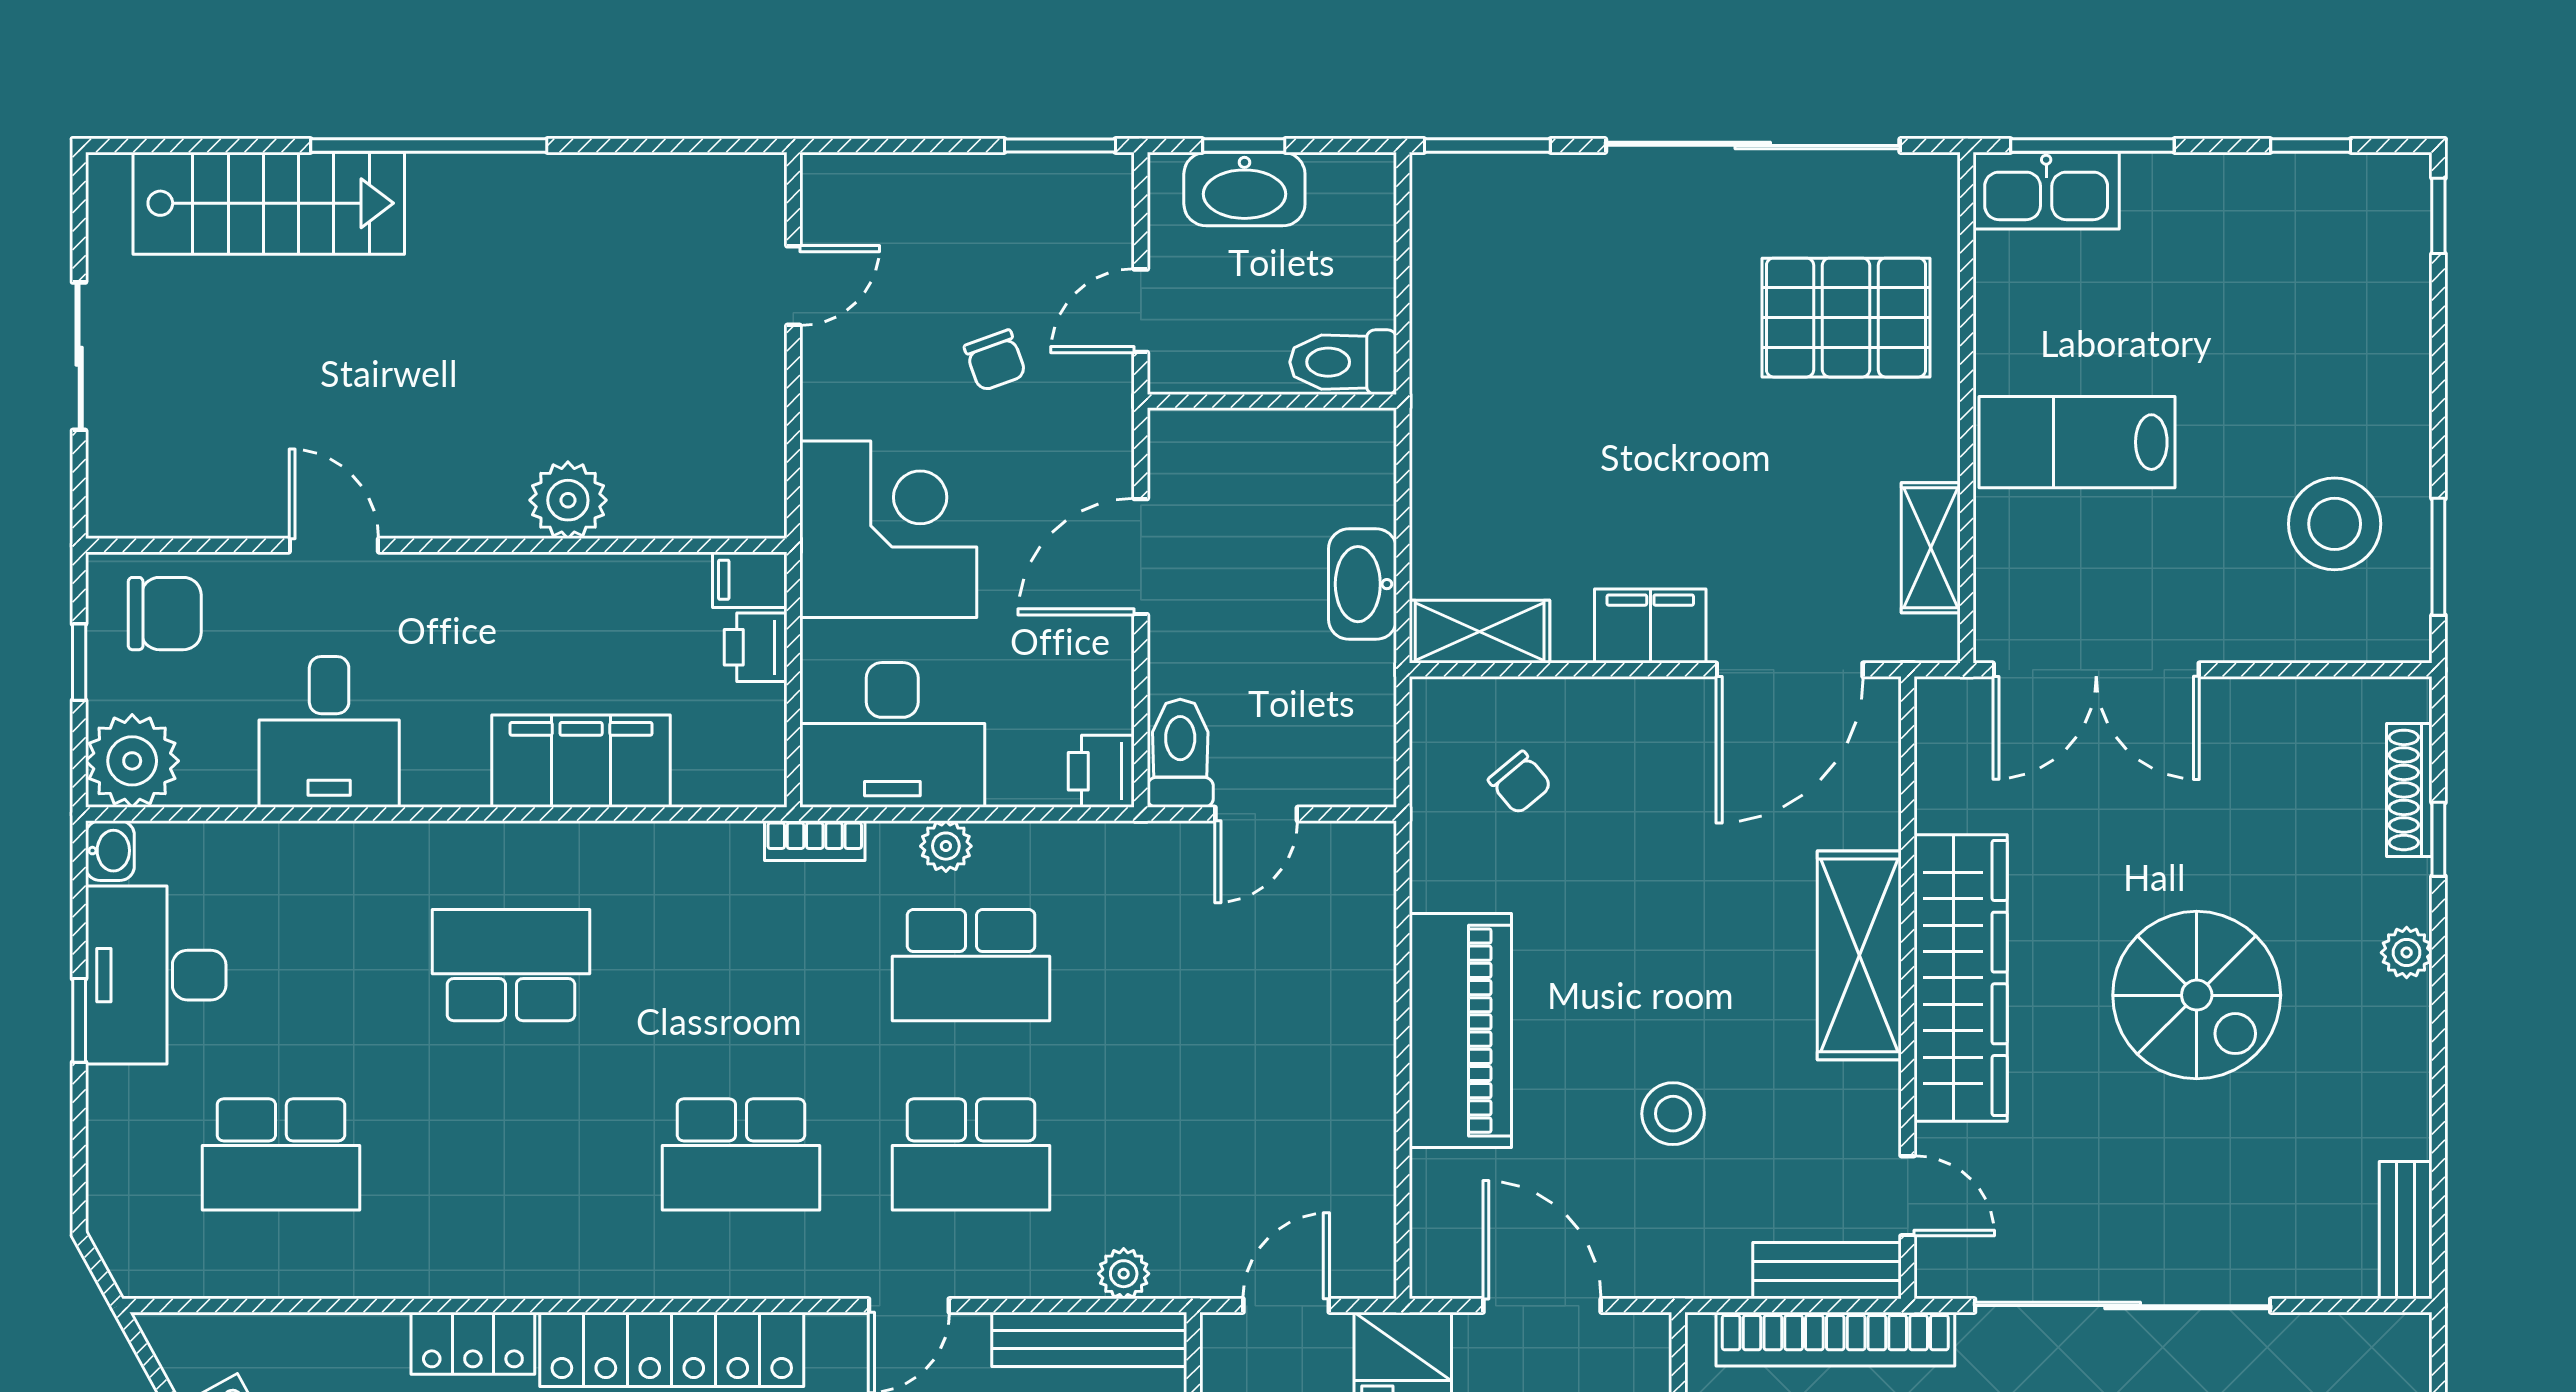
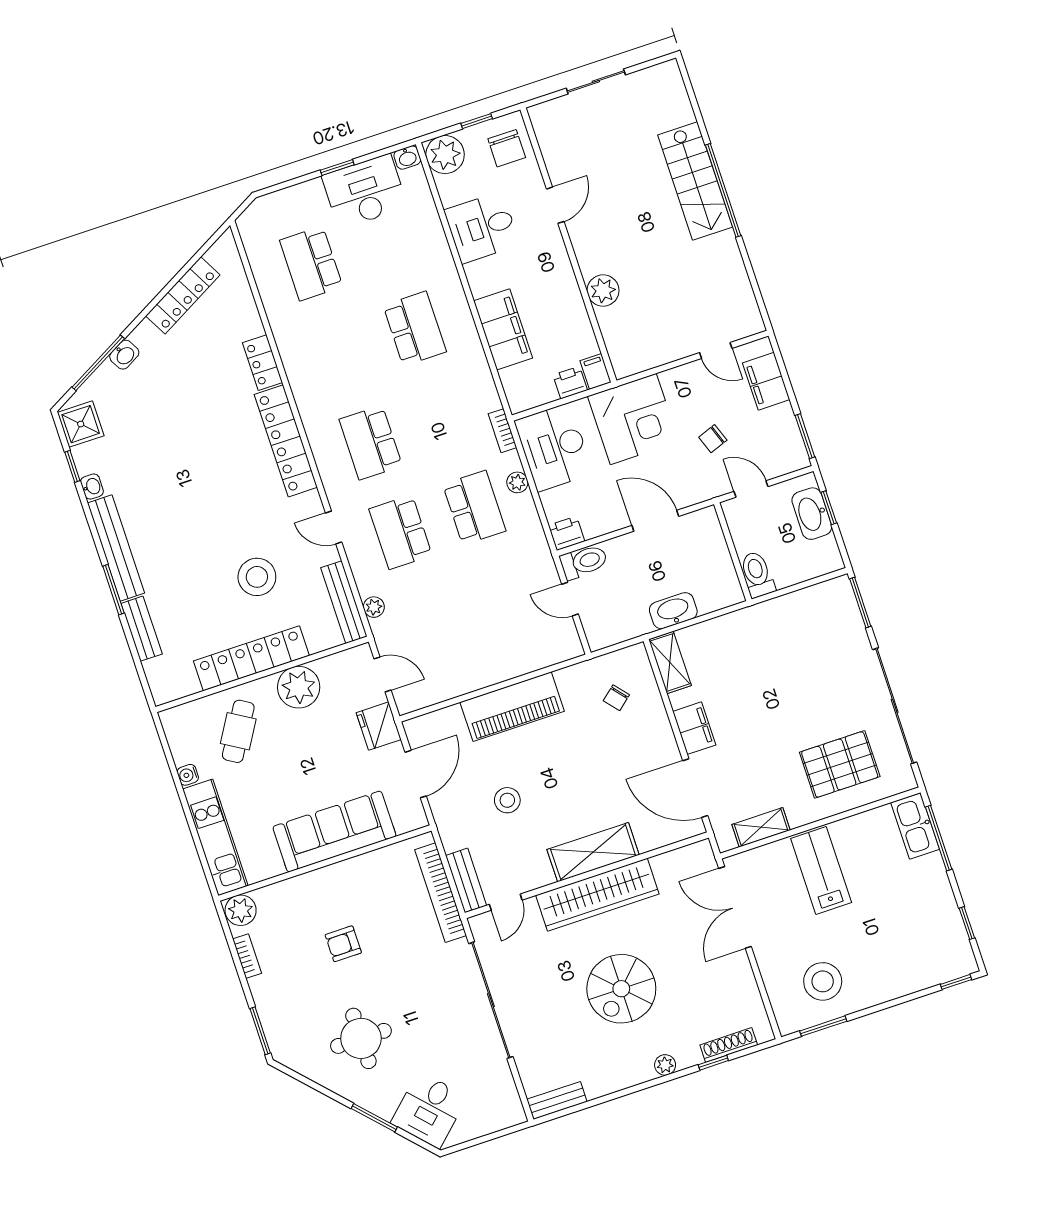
filing cabinet: (903, 193) -> (766, 381), added
stairs: (269, 203) -> (695, 181), moved
pallet: (1846, 318) -> (840, 764), turned 90
school desk: (971, 965) -> (474, 508), turned 180

